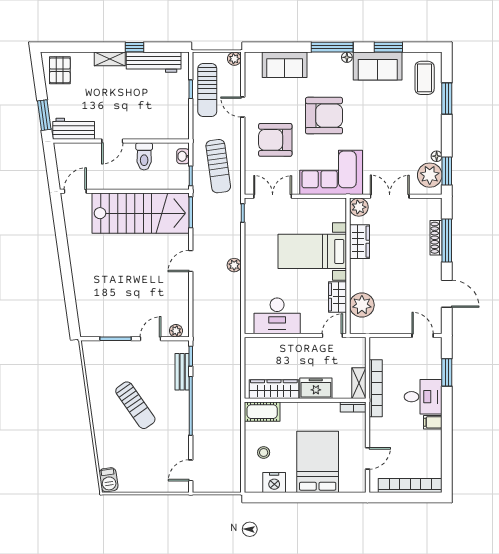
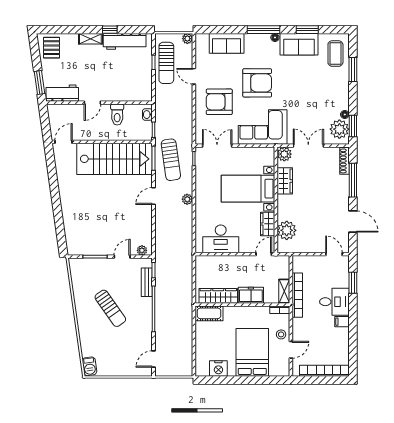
sun lounger: (218, 166) -> (171, 160), moved
shoe rack: (436, 238) -> (344, 161), moved
stool: (264, 453) -> (281, 334), moved

